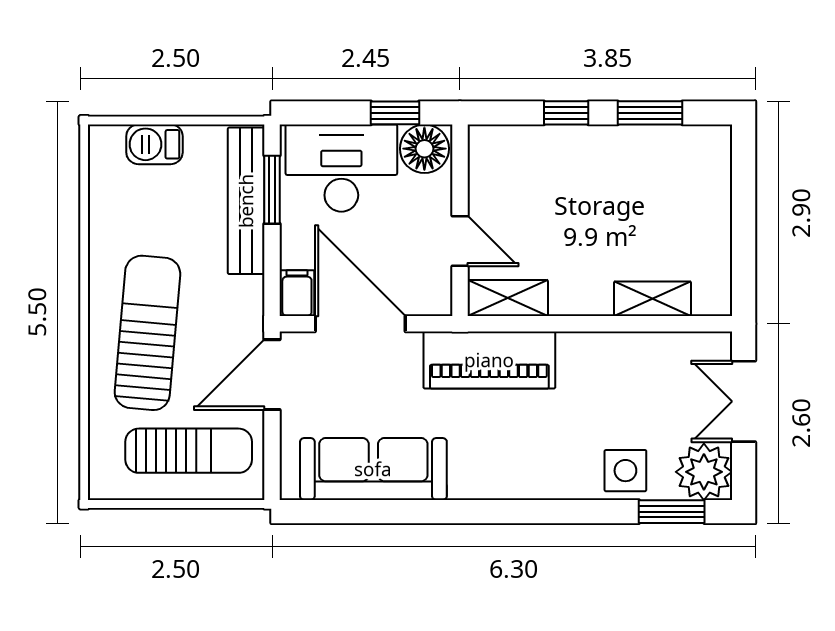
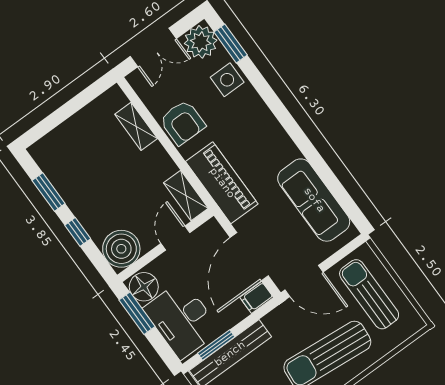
window: (395, 113) -> (137, 313), width x1.50
boiler: (499, 156) -> (121, 249), added
armchair: (611, 366) -> (182, 123), added

